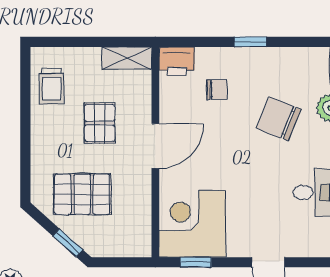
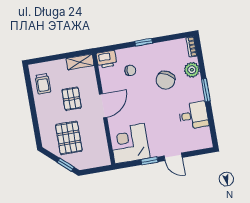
chair: (279, 119) -> (166, 80), turned -83
pallet: (82, 194) -> (69, 138), turned 90
window: (196, 262) -> (149, 161), moved

